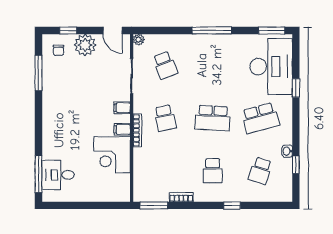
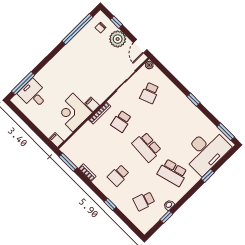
window: (212, 30) -> (194, 100), width x0.46
window: (38, 73) -> (78, 29), width x1.46
filing cabinet: (122, 108) -> (56, 140), moved

